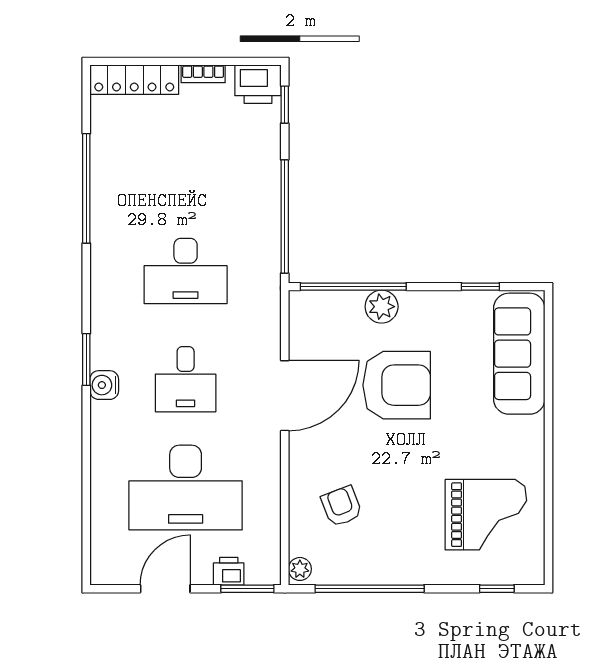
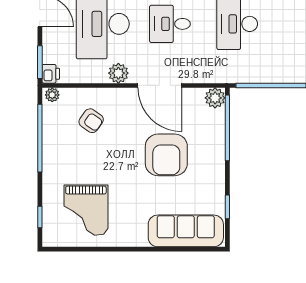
plant: (382, 307) -> (215, 98), moved
plant: (265, 462) -> (118, 73), added
armchair: (342, 506) -> (91, 121), turned 56
printer: (229, 571) -> (51, 74), moved

